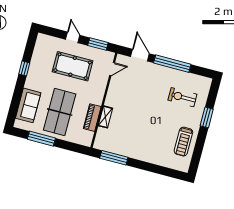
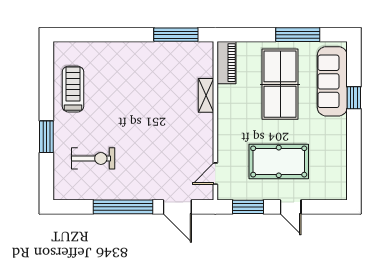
window: (24, 68) -> (354, 98), moved
sofa: (28, 105) -> (332, 81), width x1.36
piano: (92, 118) -> (226, 63), moved

